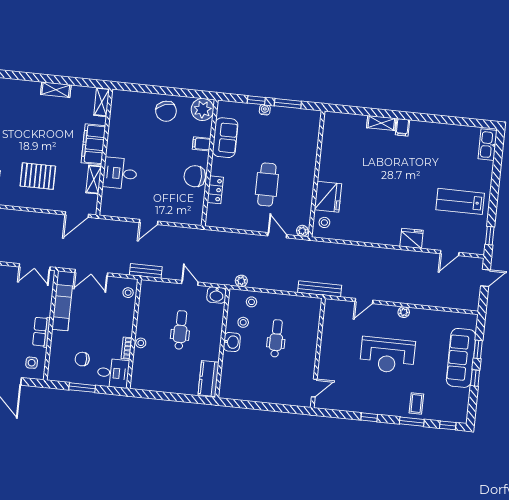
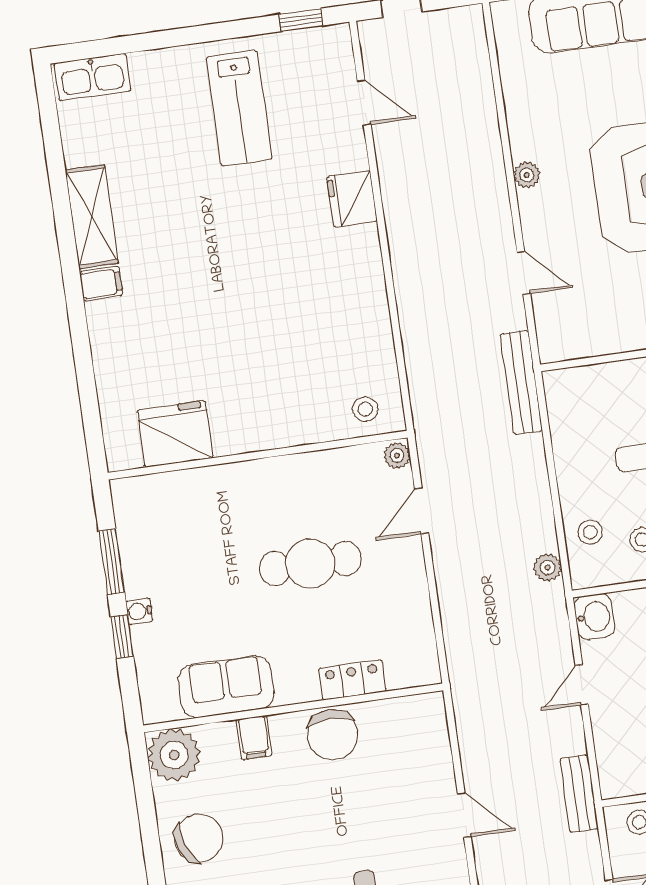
shelving: (381, 123) -> (92, 217), moved, width x1.50, depth x1.33
fridge: (328, 197) -> (175, 434), moved

